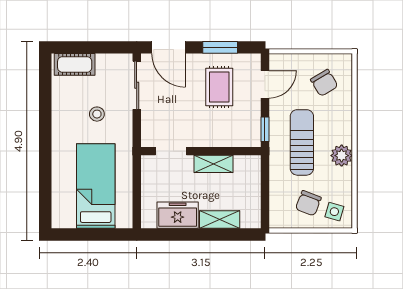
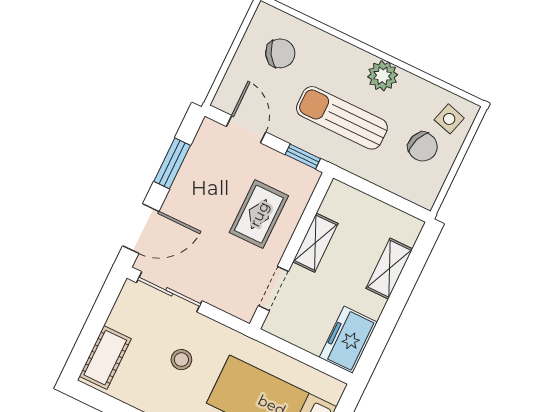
rug: (219, 87) -> (259, 214), moved, turned 90
freezer: (178, 215) -> (348, 340), moved

